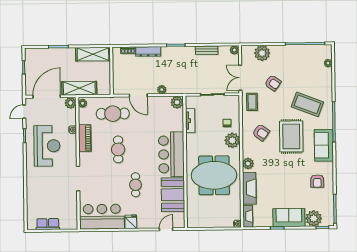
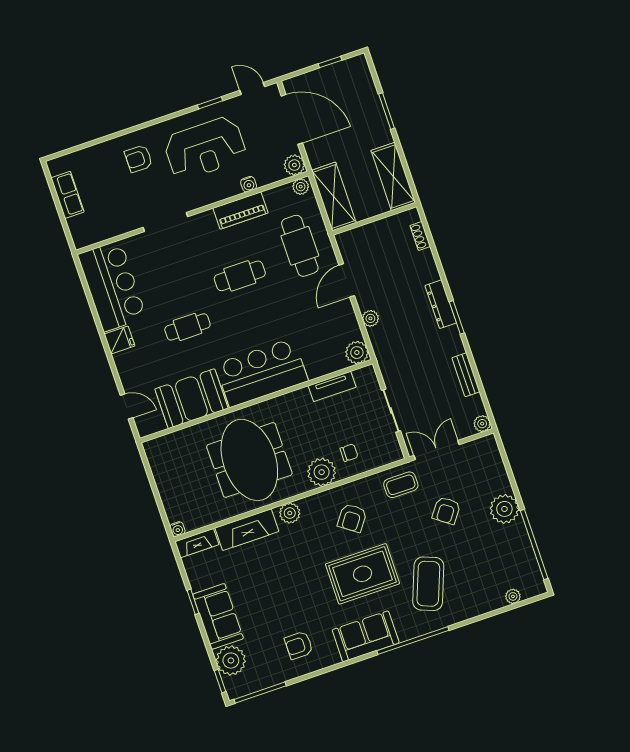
dresser: (148, 51) -> (441, 304), moved
plant: (262, 53) -> (504, 509), moved
shelving: (79, 88) -> (334, 197), moved
armchair: (41, 182) -> (139, 159), added

